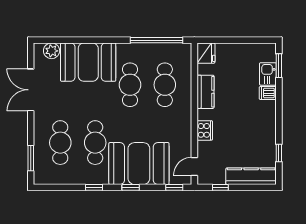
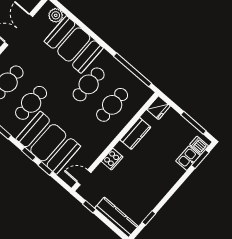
window: (247, 40) -> (194, 123), added
dishwasher: (268, 93) -> (199, 145), moved
window: (174, 187) -> (45, 168), moved

